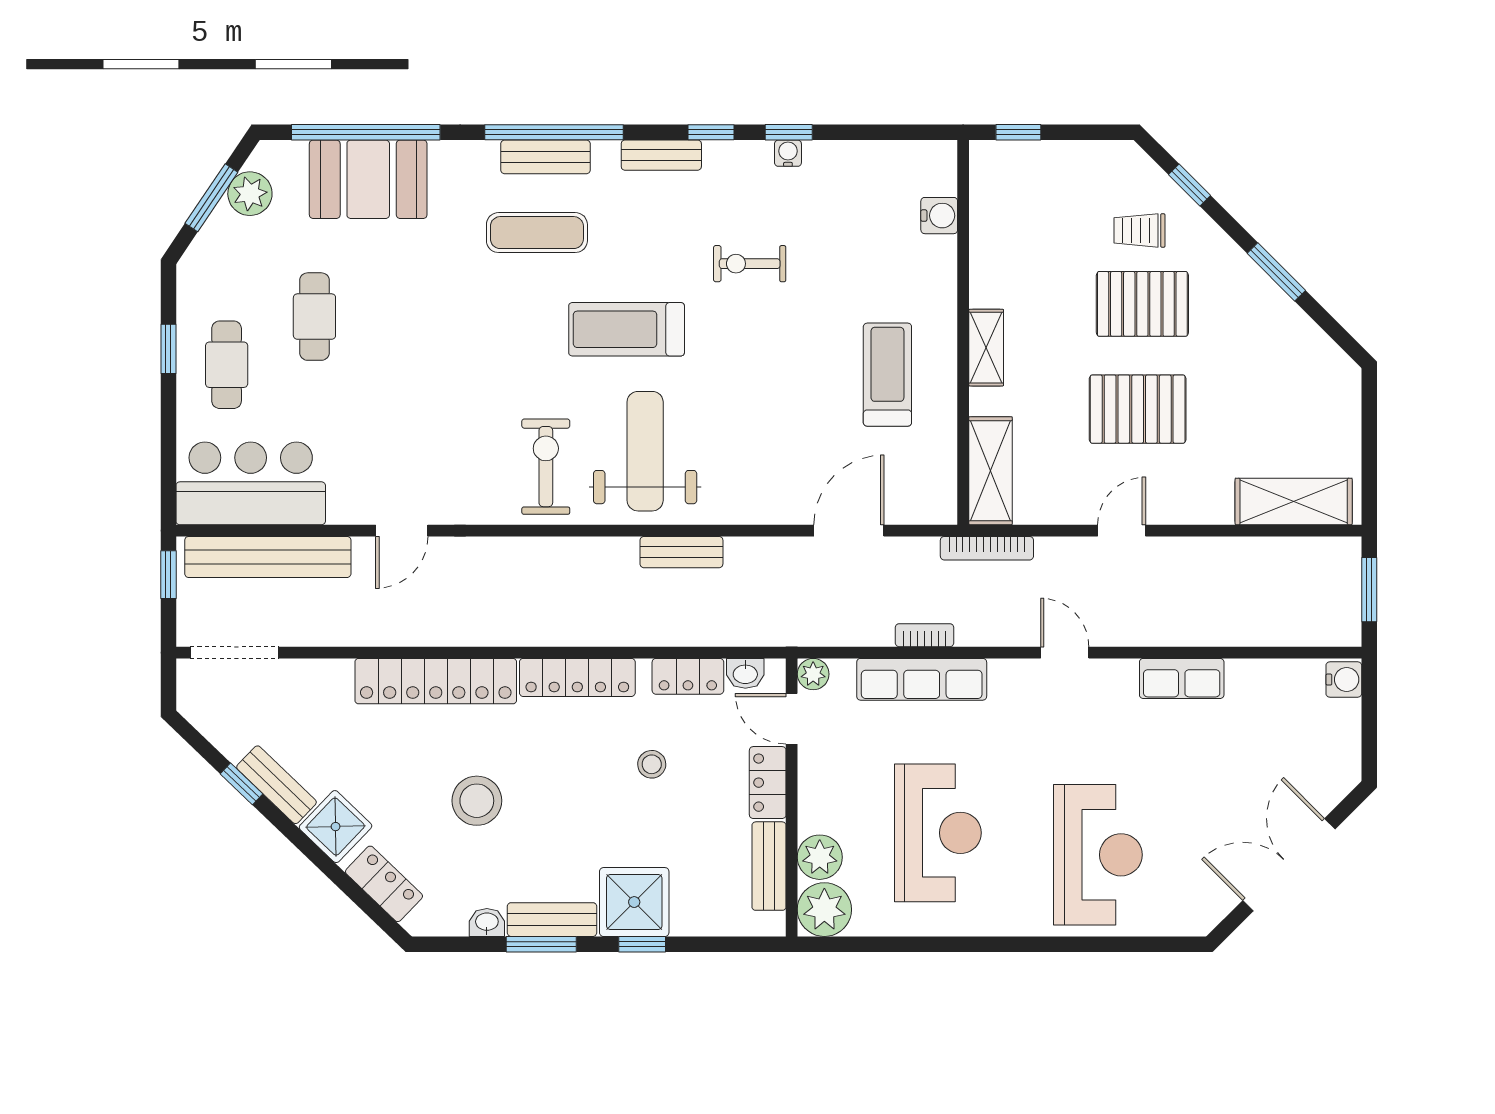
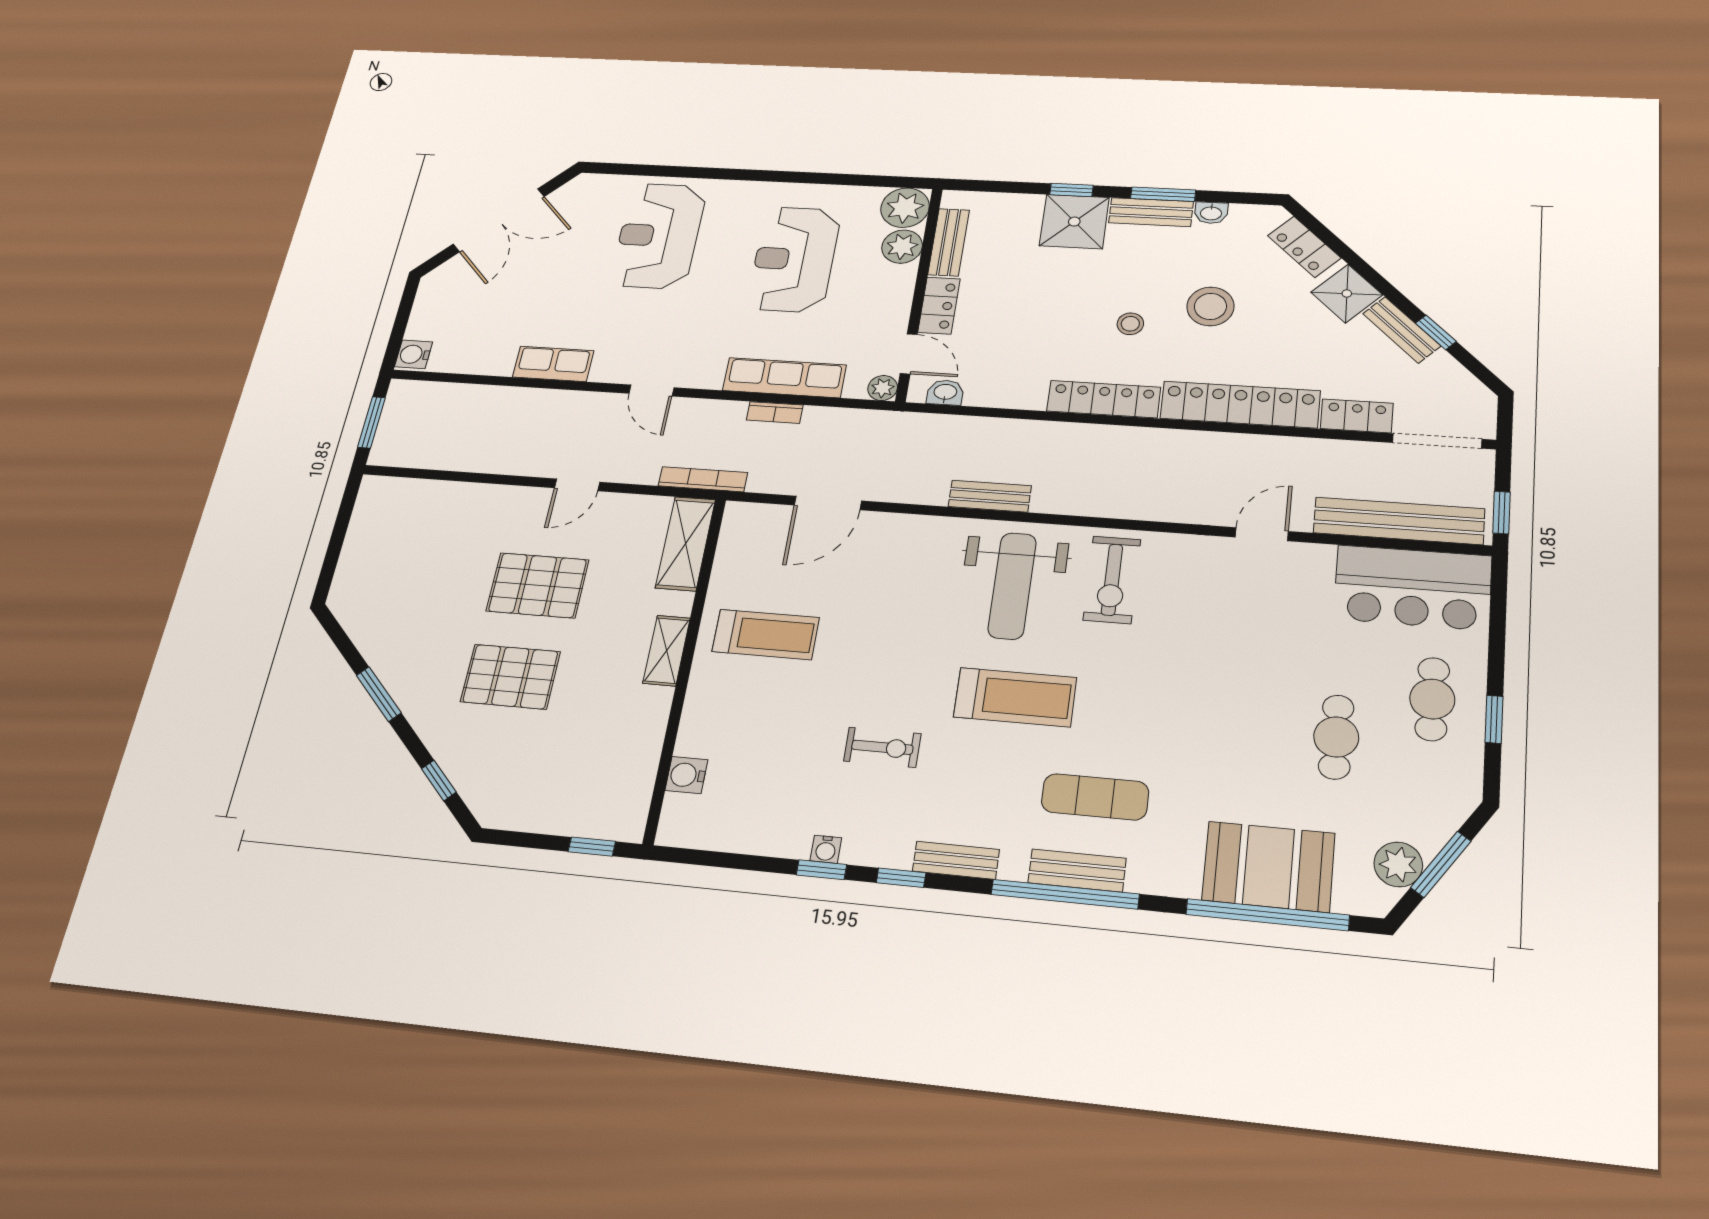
trolley: (1139, 230) -> (497, 743), removed
treadmill: (887, 375) -> (766, 634), turned -90
shelving: (1294, 501) -> (417, 497), removed
locker: (688, 676) -> (1357, 416), moved
stool: (652, 764) -> (1130, 324), moved

